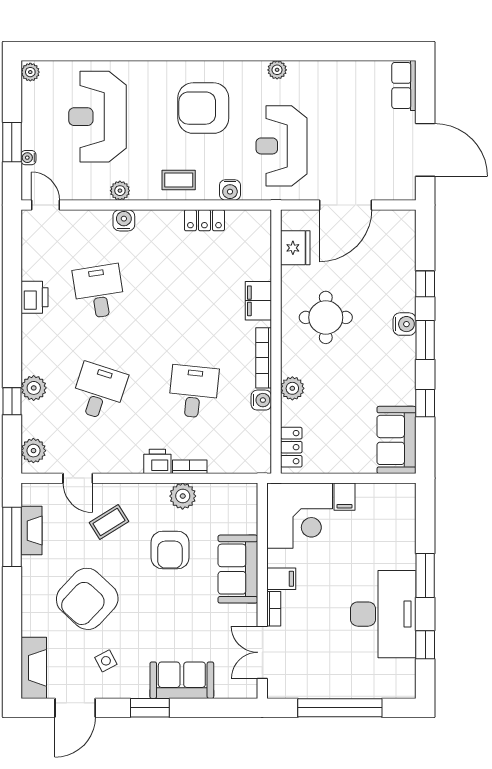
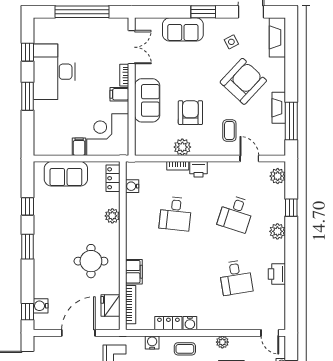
water cooler: (124, 220) -> (190, 323), moved
window: (425, 284) -> (27, 312), moved
water cooler: (405, 324) -> (41, 306), moved
bookcase: (264, 358) -> (131, 305), moved
plant: (34, 388) -> (277, 231), moved
water cooler: (261, 400) -> (132, 186), moved
sofa: (397, 440) -> (66, 174), moved, turned 90
coffee table: (109, 522) -> (229, 130), turned -58
fireplace: (32, 531) -> (279, 108), moved

